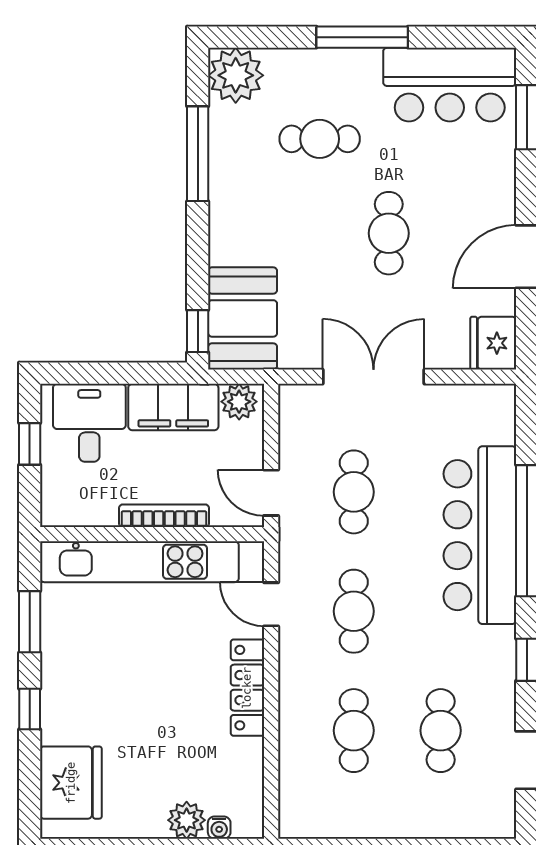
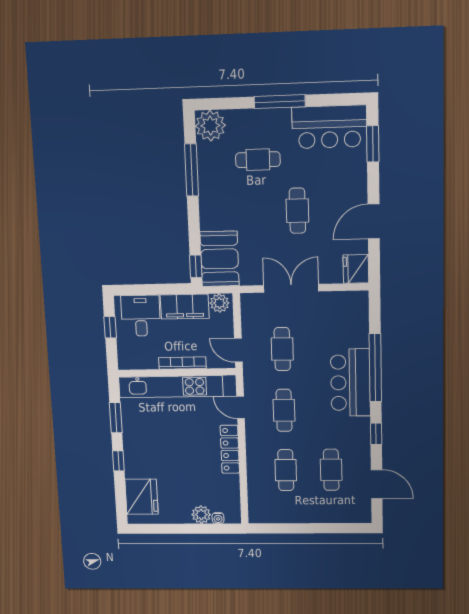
bar counter: (480, 535) -> (350, 383), width x0.73

